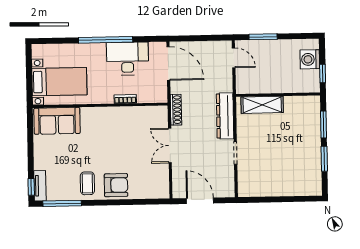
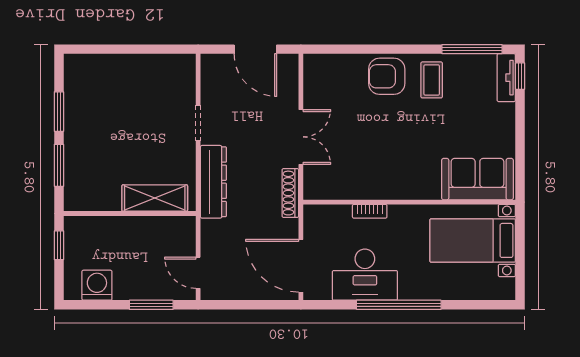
washing machine: (310, 59) -> (97, 285), moved, turned -90

